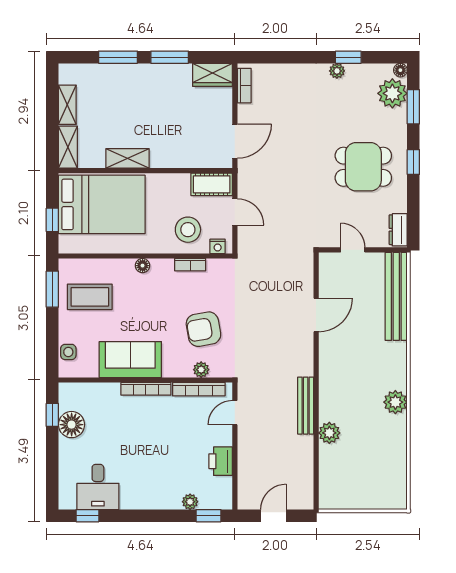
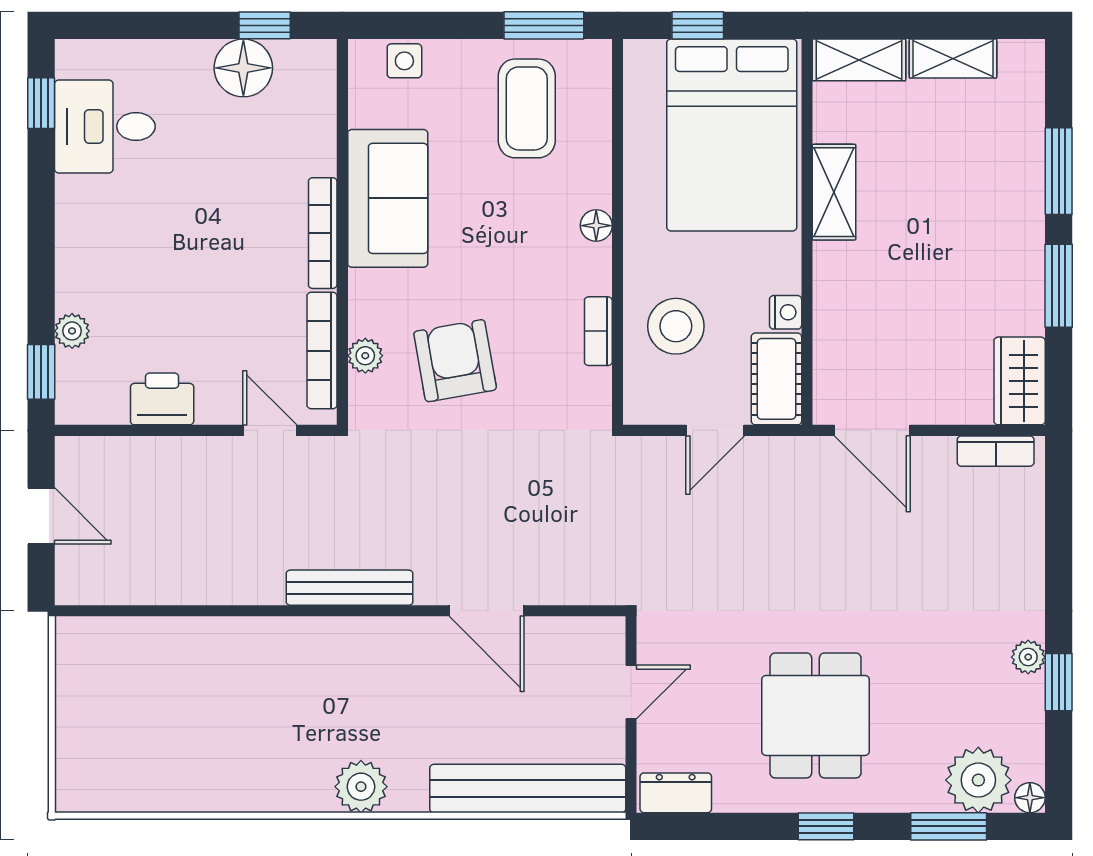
nightstand: (218, 246) -> (786, 312), moved, turned 180
plant: (395, 402) -> (361, 787), moved
bench: (306, 406) -> (350, 588), moved
plant: (329, 433) -> (225, 640), removed

